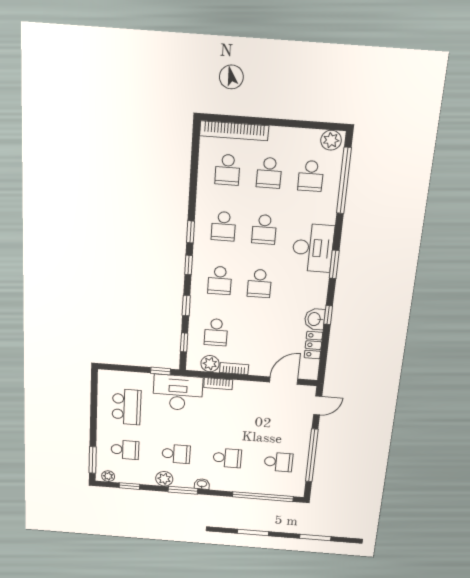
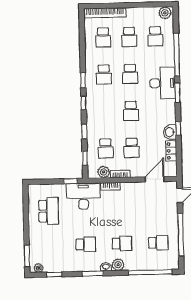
window: (344, 181) -> (177, 55), moved
school desk: (220, 280) -> (132, 148), moved
school desk: (125, 450) -> (50, 245), removed
plant: (164, 479) -> (118, 265), moved

